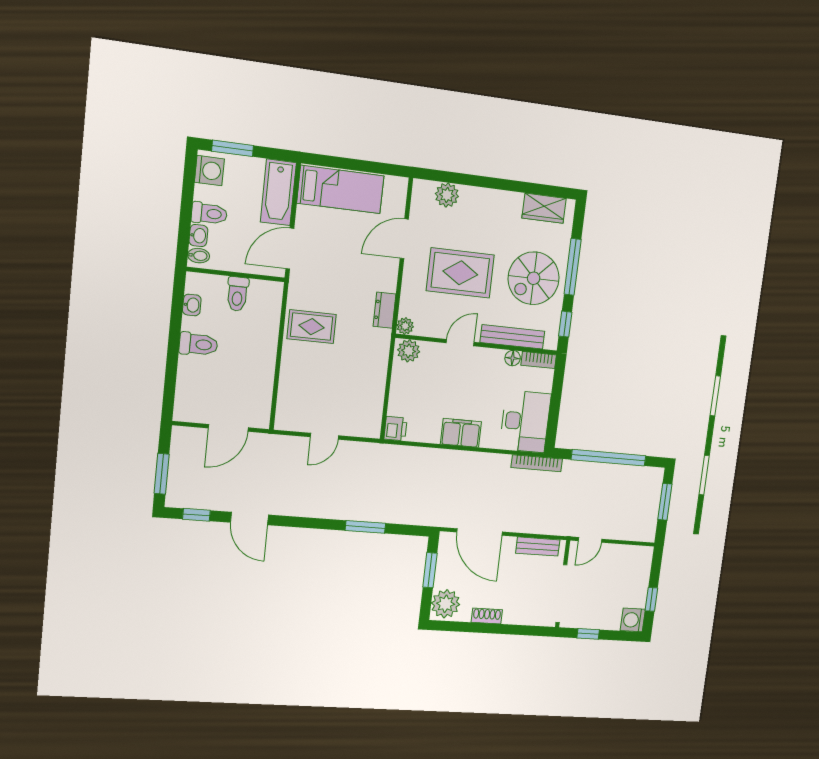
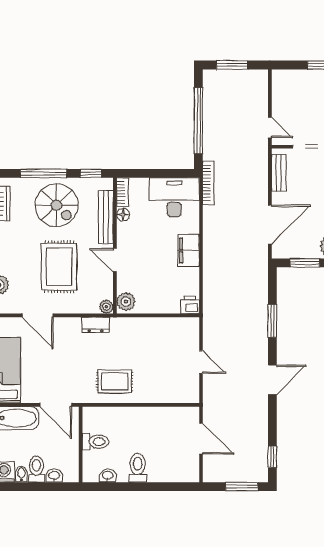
bidet: (199, 256) -> (21, 474), moved
rug: (312, 327) -> (115, 382), turned 90
door: (250, 519) -> (272, 380), moved

